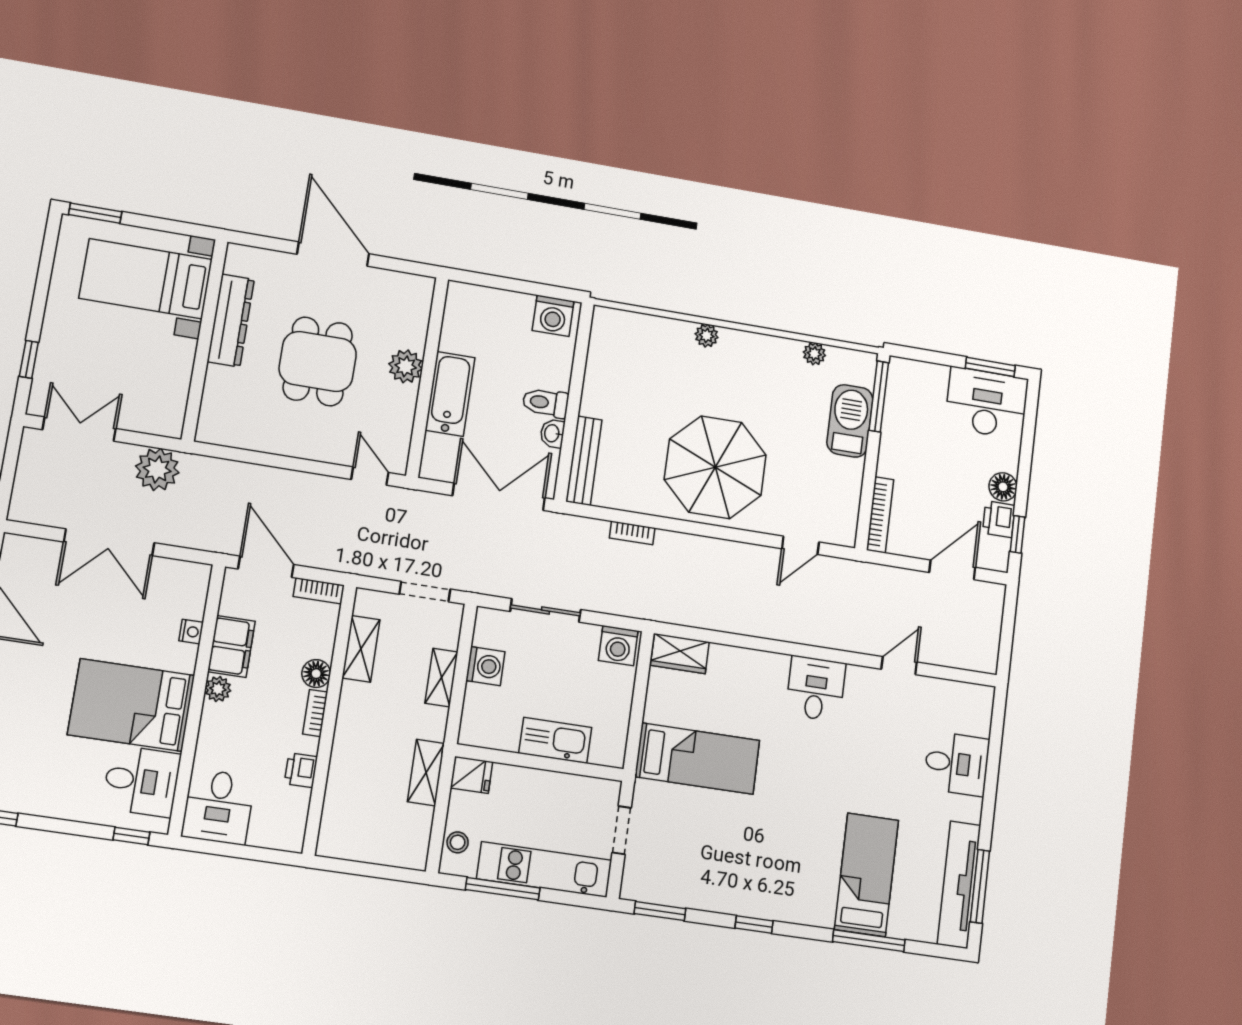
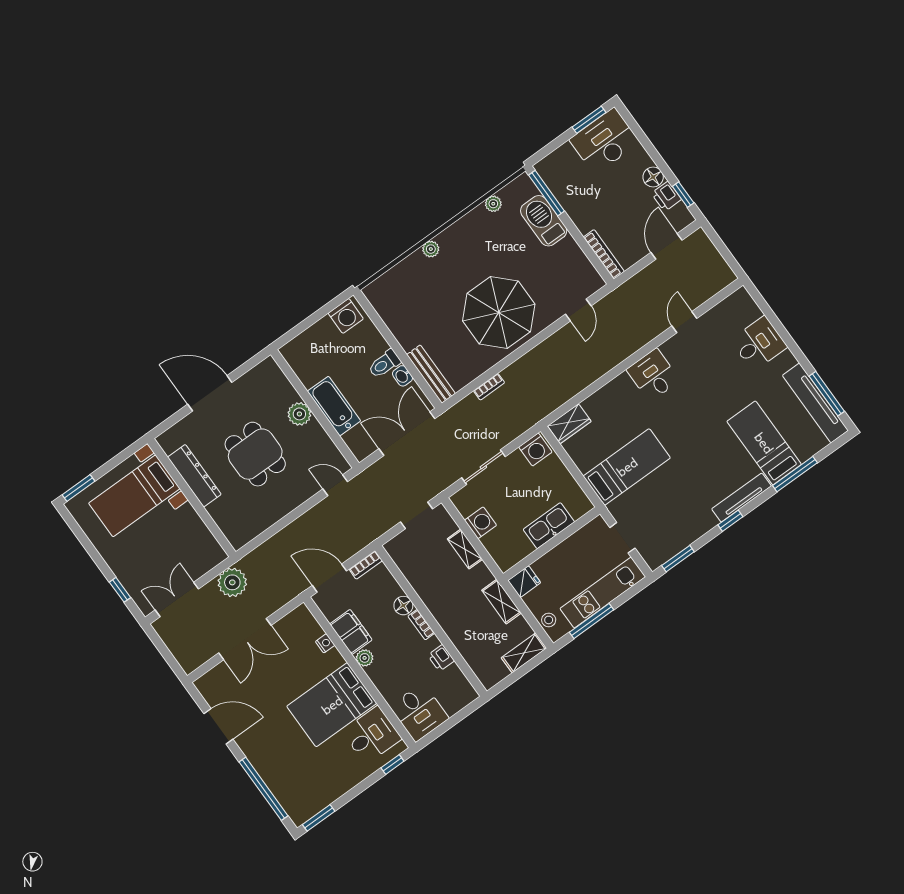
shelving: (361, 649) -> (524, 653), moved, turned 90
tv unit: (789, 911) -> (741, 498), added

